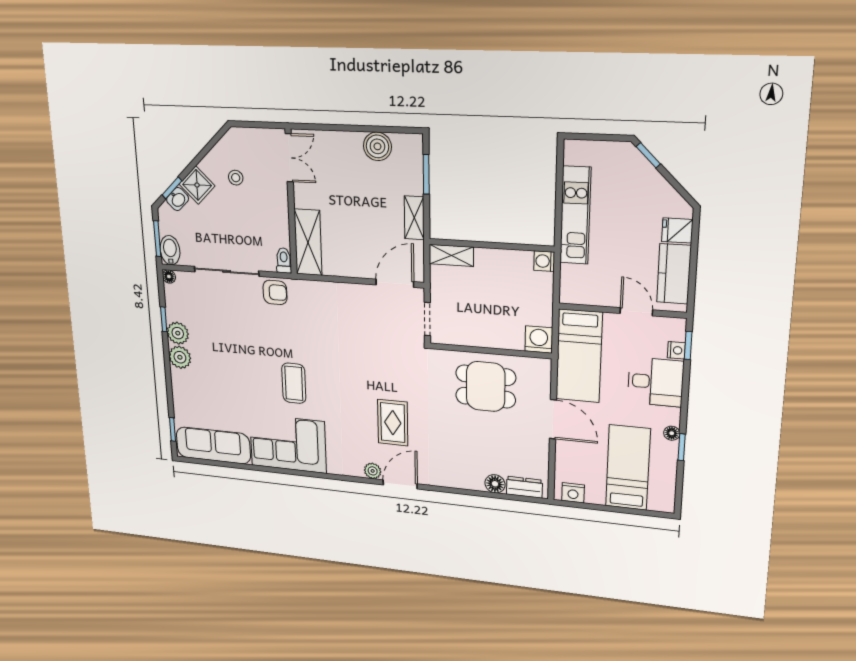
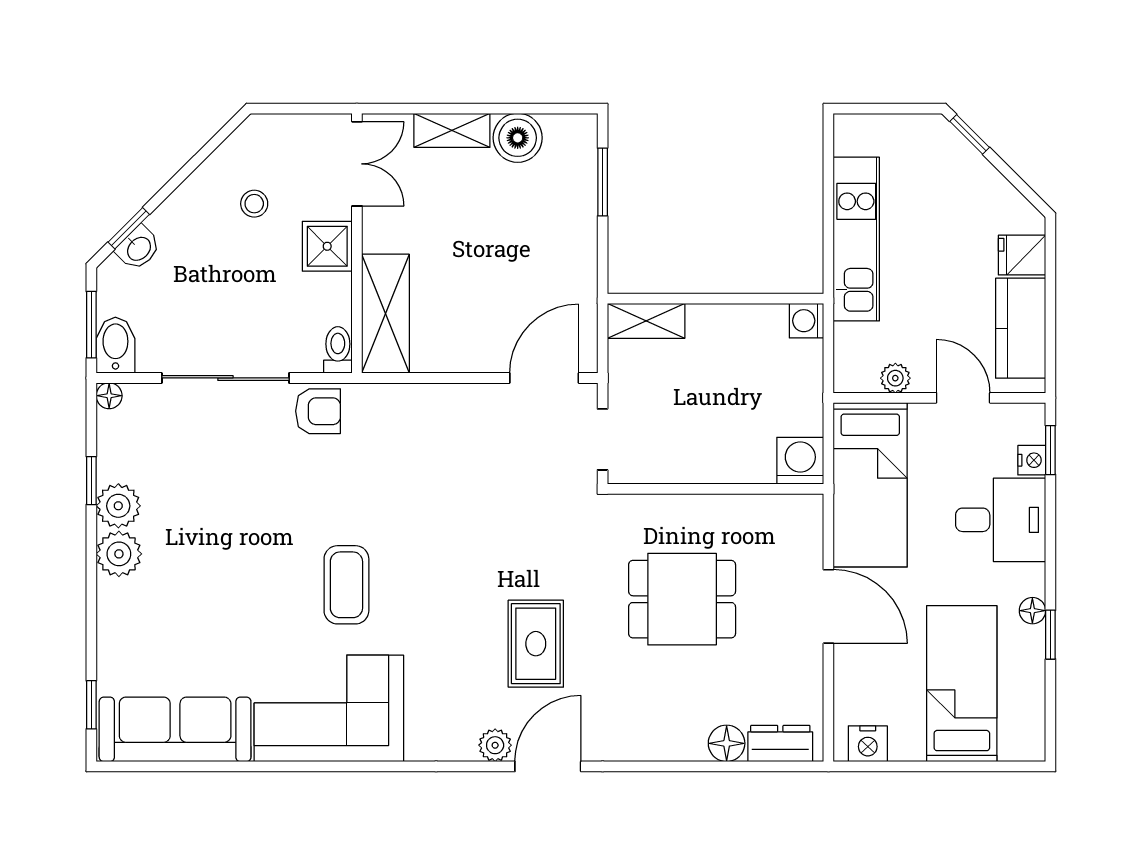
shower: (197, 185) -> (327, 246), moved, turned 45
shelving: (414, 218) -> (452, 130), moved, turned 90
plant: (596, 298) -> (895, 378), added
dining table: (486, 387) -> (682, 599), moved

